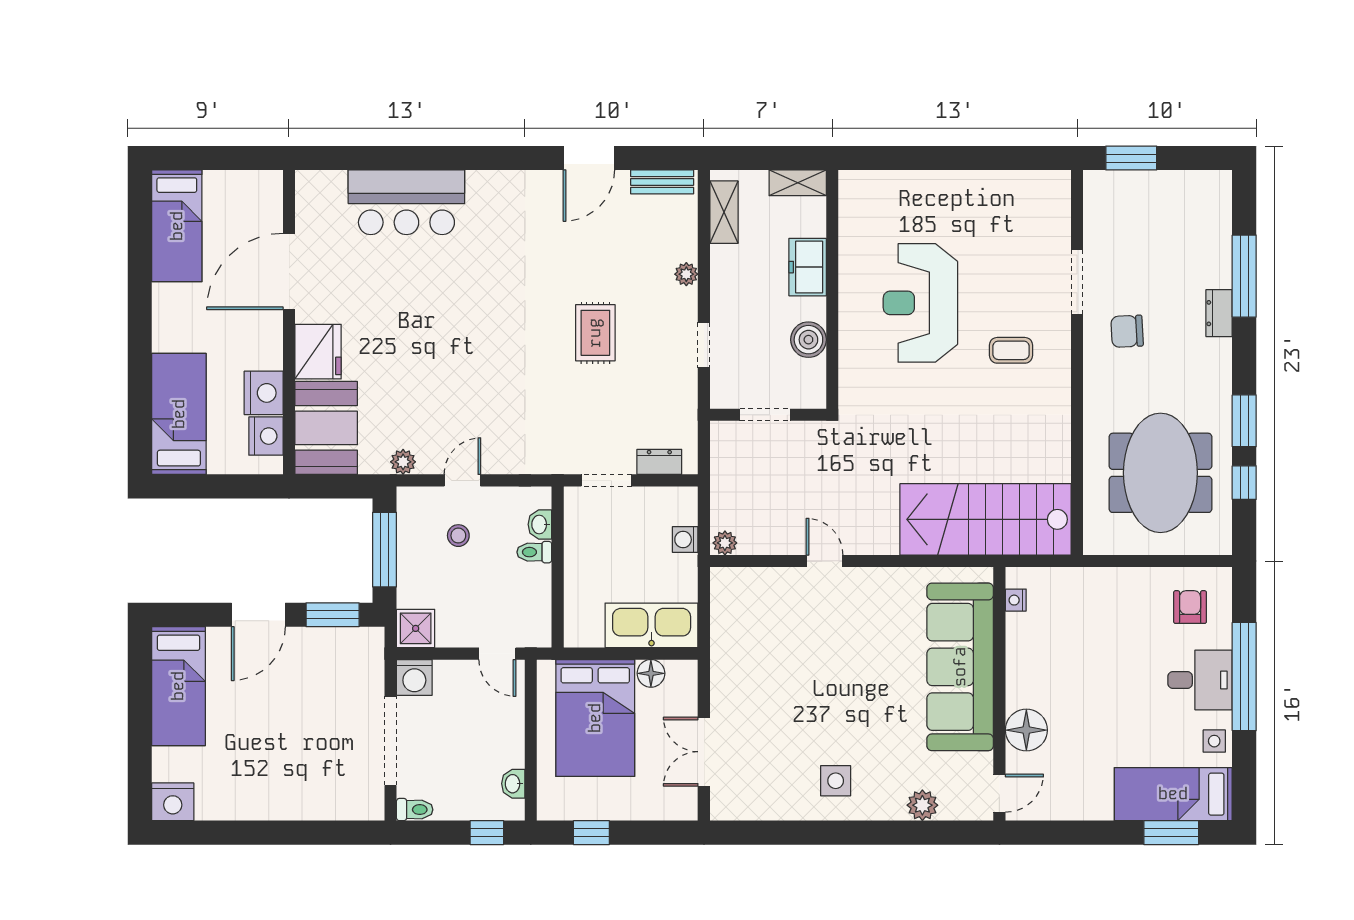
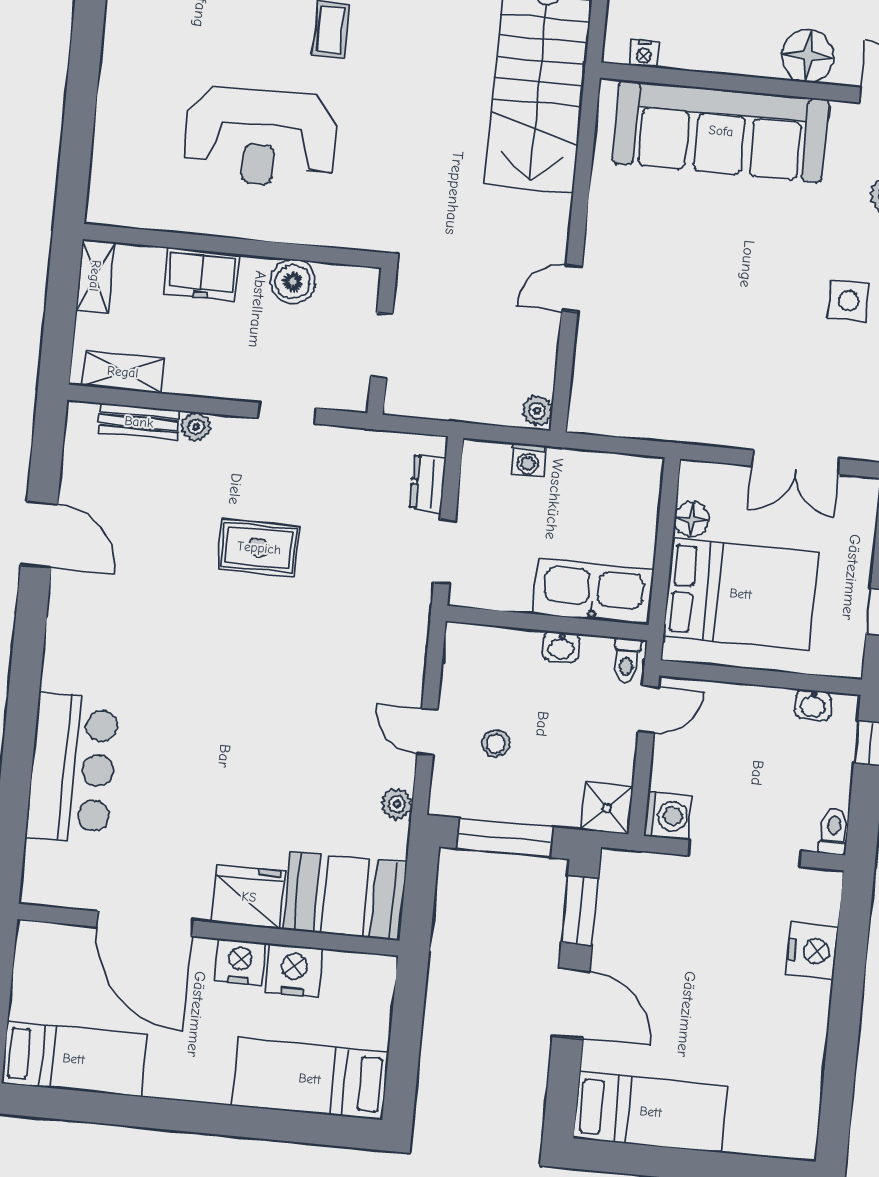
bench: (662, 182) -> (139, 422), moved, turned 90
nightstand: (266, 436) -> (240, 962), moved
washbasin: (540, 524) -> (561, 647), moved
toilet: (534, 552) -> (627, 660), moved
kitchen sink: (652, 625) -> (593, 592), moved, turned 90
nightstand: (173, 802) -> (812, 951), moved

